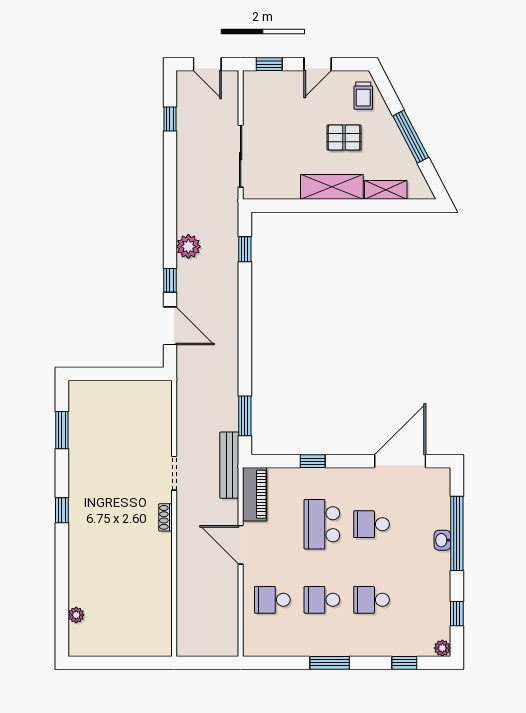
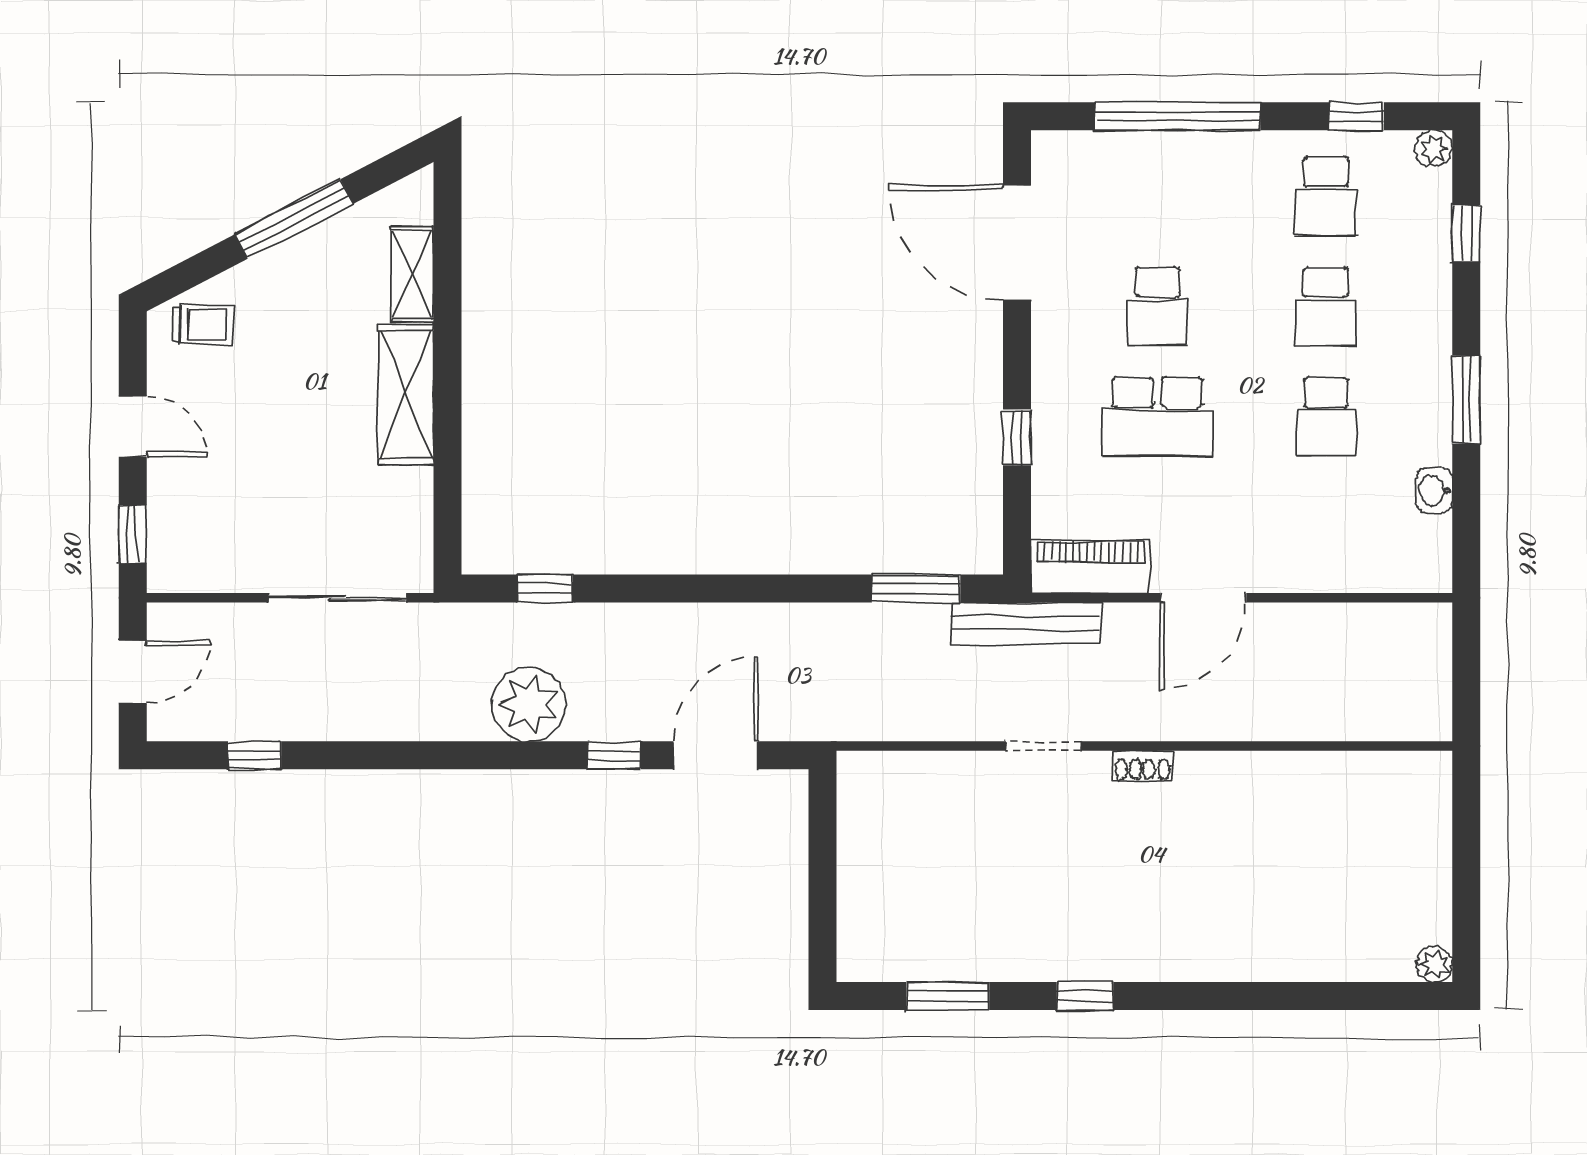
pallet: (344, 138) -> (296, 367), removed
plant: (188, 247) -> (529, 704), width x1.36, depth x1.36
window: (62, 510) -> (1085, 996), moved
washbasin: (442, 540) -> (1434, 490), moved, turned 90
school desk: (272, 600) -> (1326, 196), moved
plant: (76, 615) -> (1434, 964), moved

